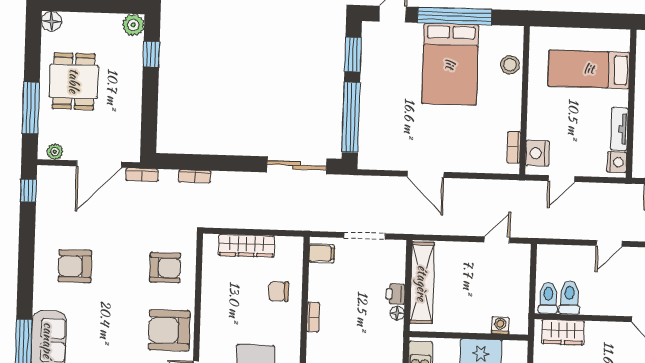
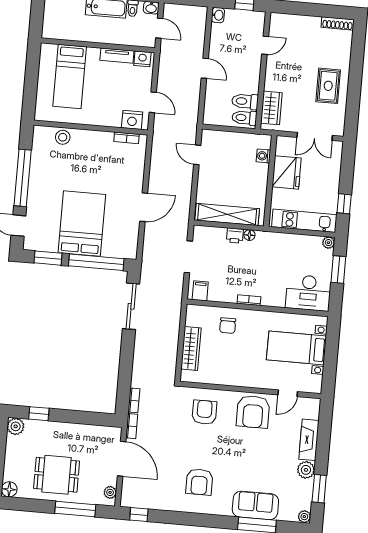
bed: (450, 64) -> (82, 224), moved, turned -90
bookcase: (195, 176) -> (134, 400), moved

